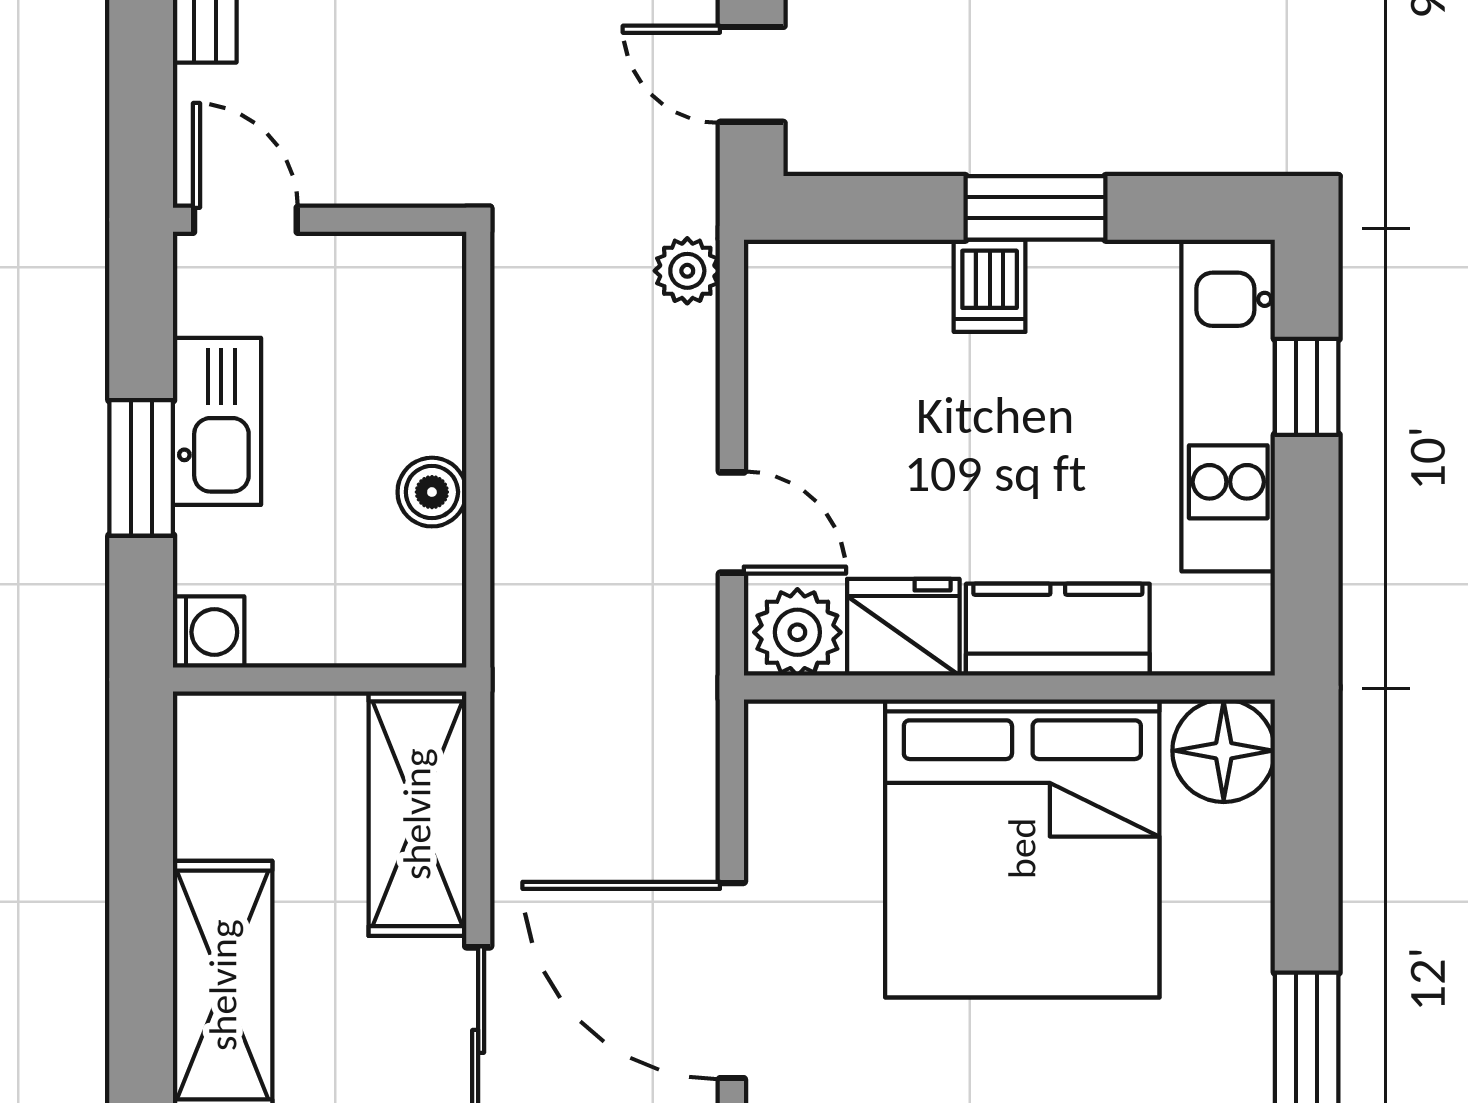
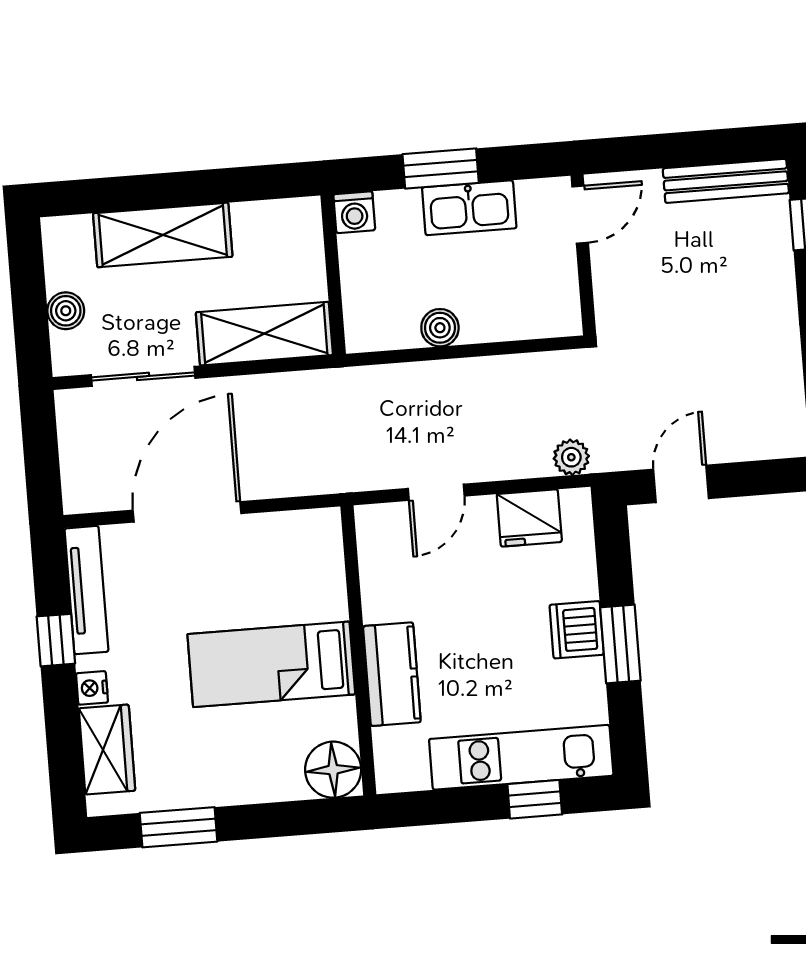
dishwasher: (990, 286) -> (577, 630), width x1.38
fridge: (903, 627) -> (529, 518), moved, turned 90
plant: (797, 632) -> (379, 533), removed
bed: (1022, 848) -> (271, 664), width x0.49

